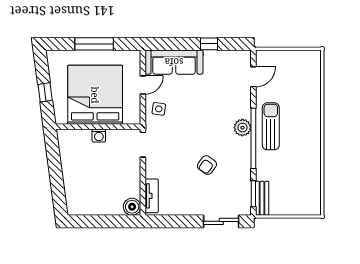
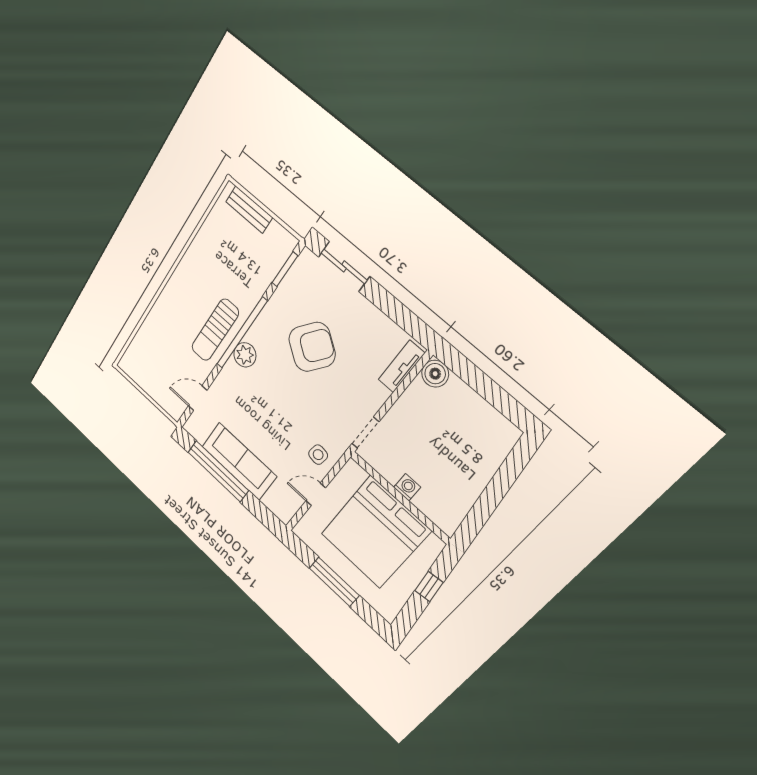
window: (209, 44) -> (218, 471), width x3.17
sofa: (174, 62) -> (239, 461), moved
armchair: (207, 165) -> (312, 347), width x1.88, depth x1.88
bench: (262, 198) -> (249, 210), moved, turned 90

